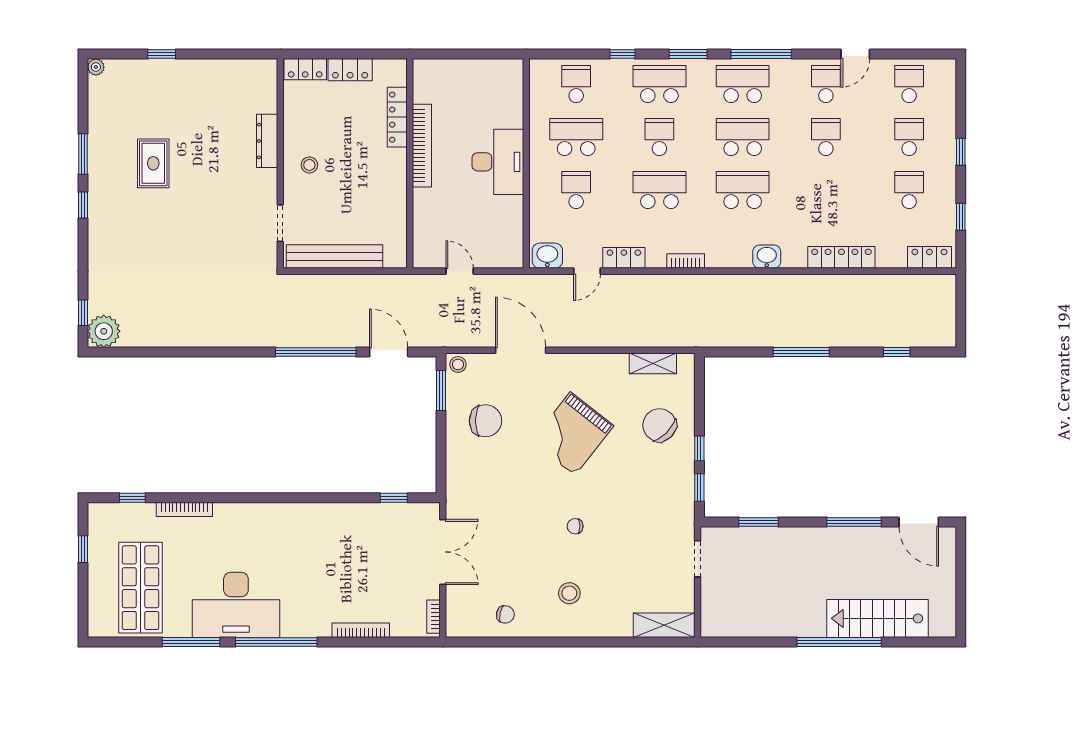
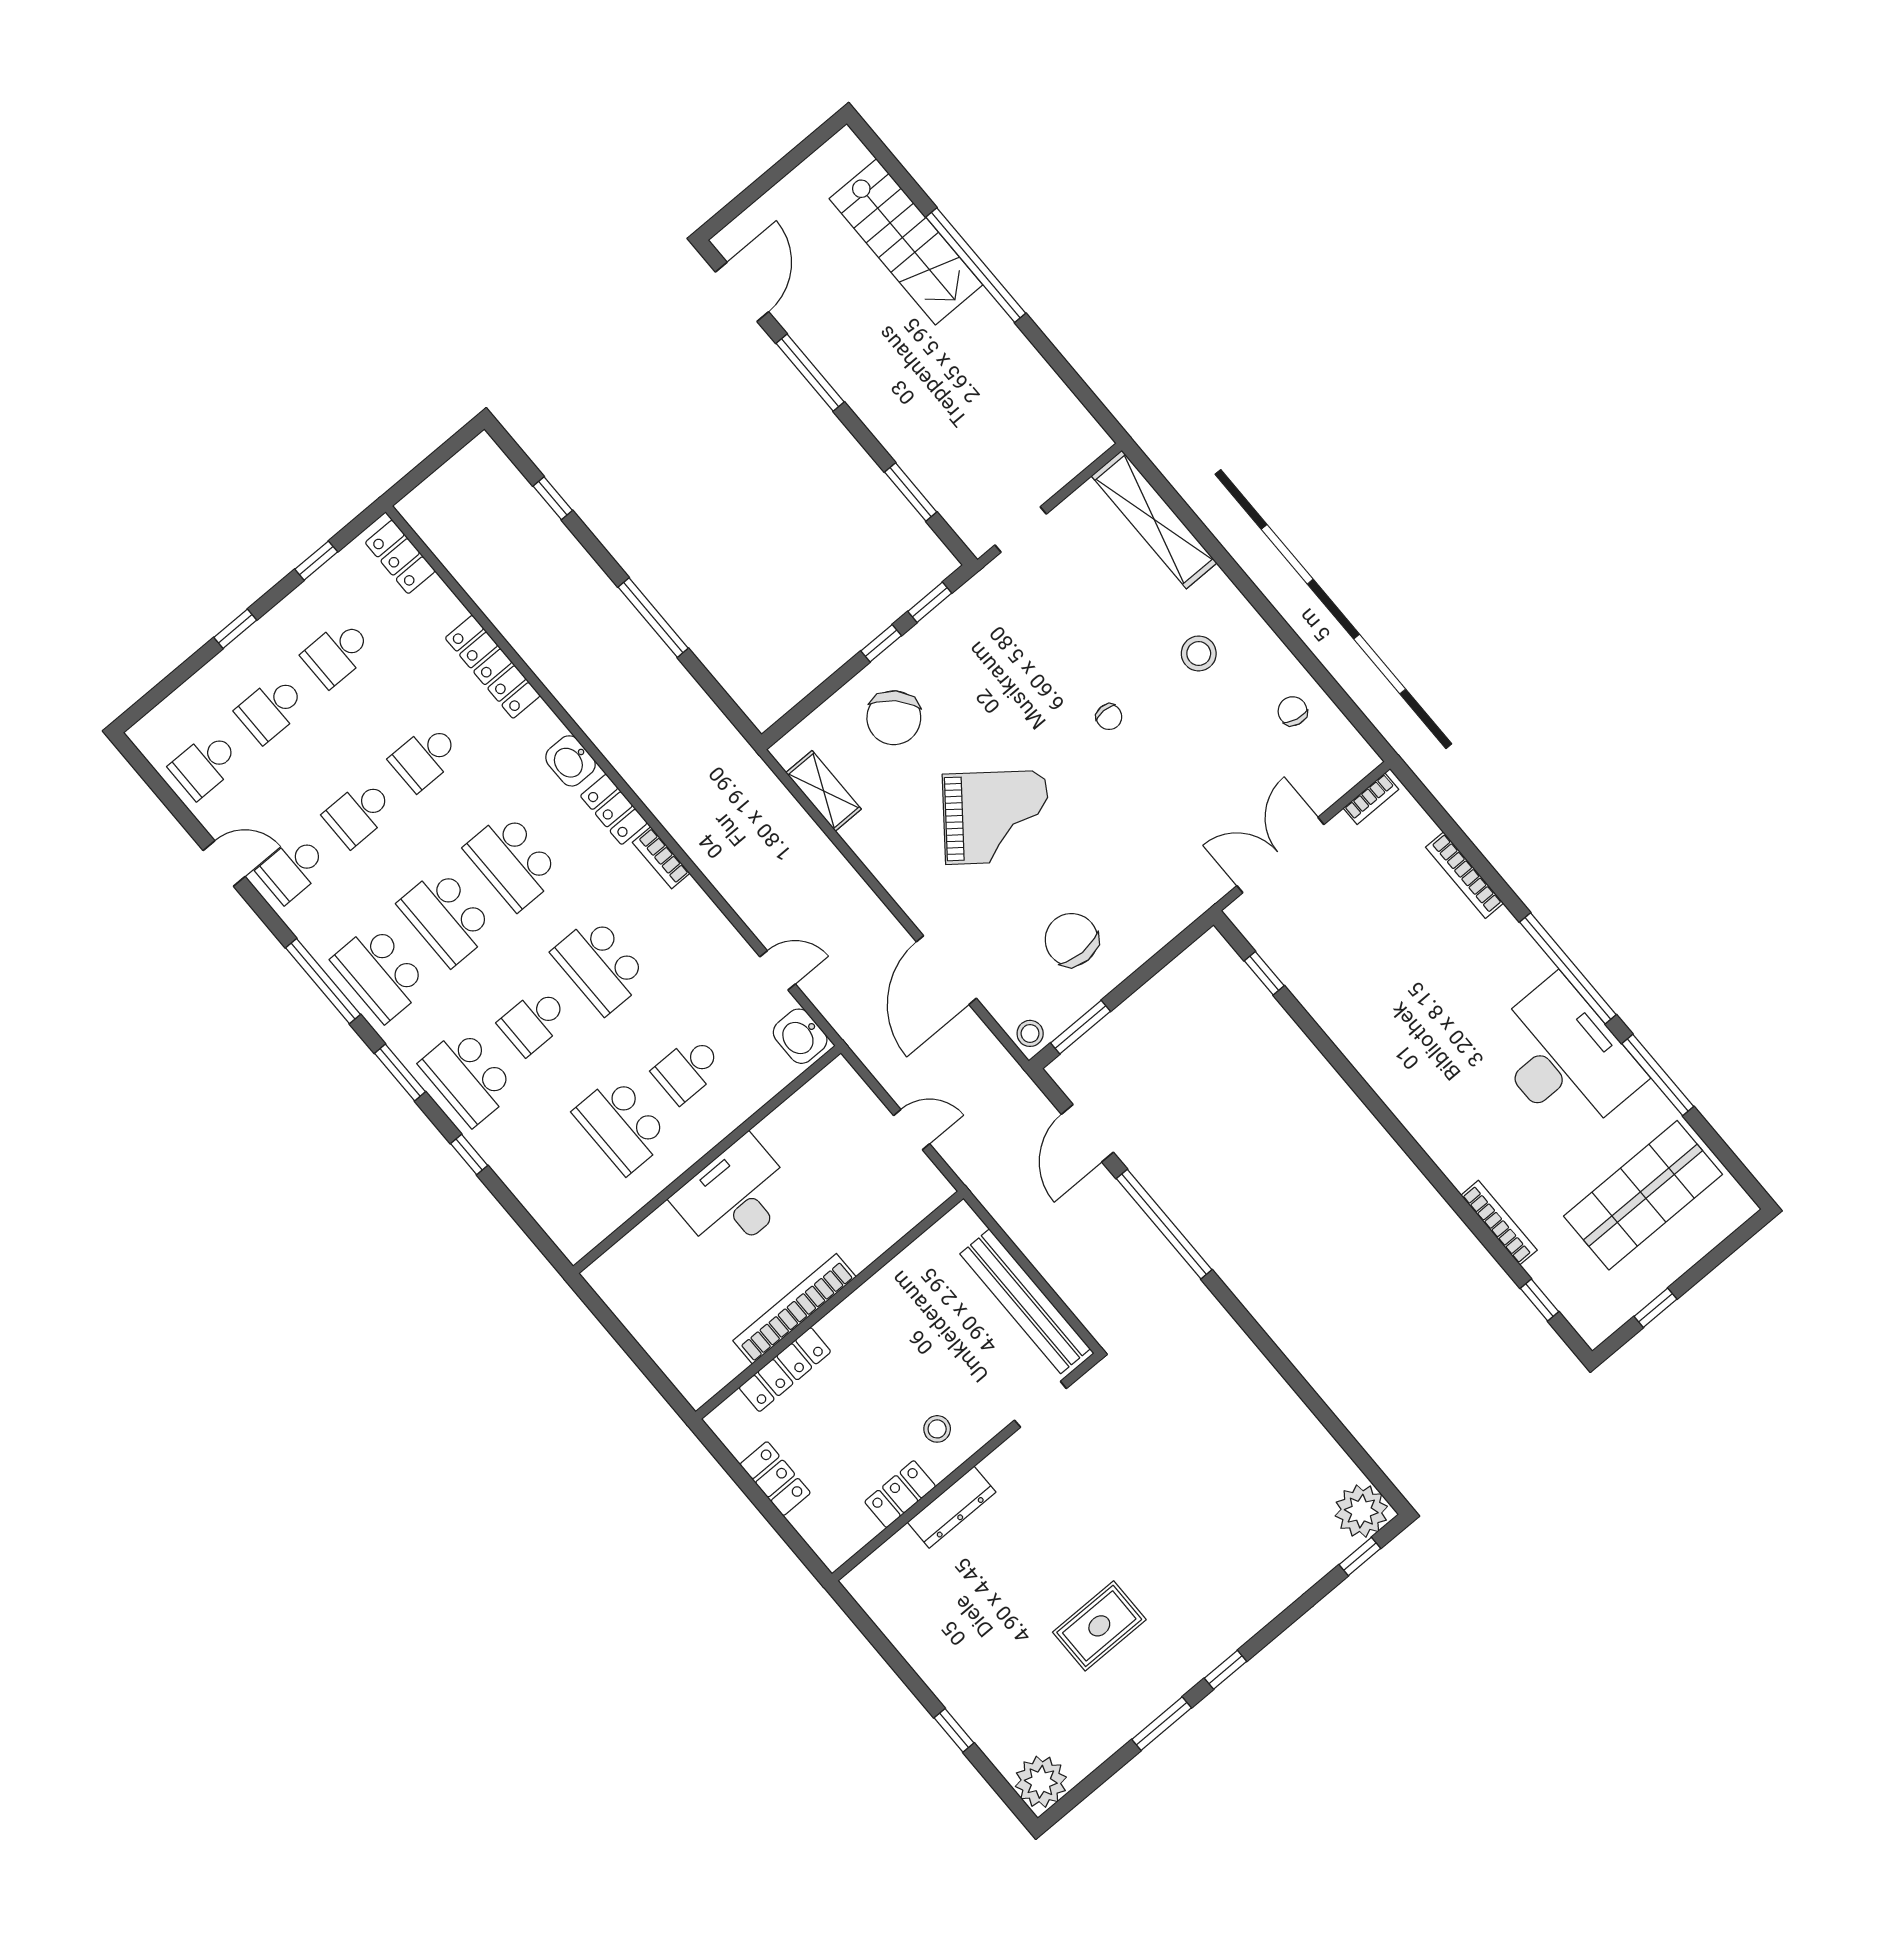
plant: (96, 67) -> (1041, 1782), width x1.88, depth x1.88
locker: (305, 69) -> (900, 1494), moved, turned -90
school desk: (576, 84) -> (425, 757), moved
locker: (624, 258) -> (614, 809), moved
door: (460, 271) -> (912, 1130), swing flipped
shelving: (664, 625) -> (1154, 519), width x1.47

